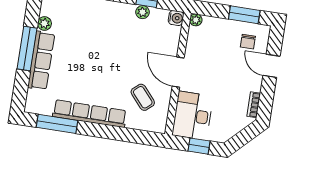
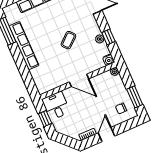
door: (271, 66) -> (107, 134), moved
door: (178, 72) -> (79, 80), swing flipped
coffee table: (143, 97) -> (68, 40), moved
desk: (193, 116) -> (56, 106), width x0.73

